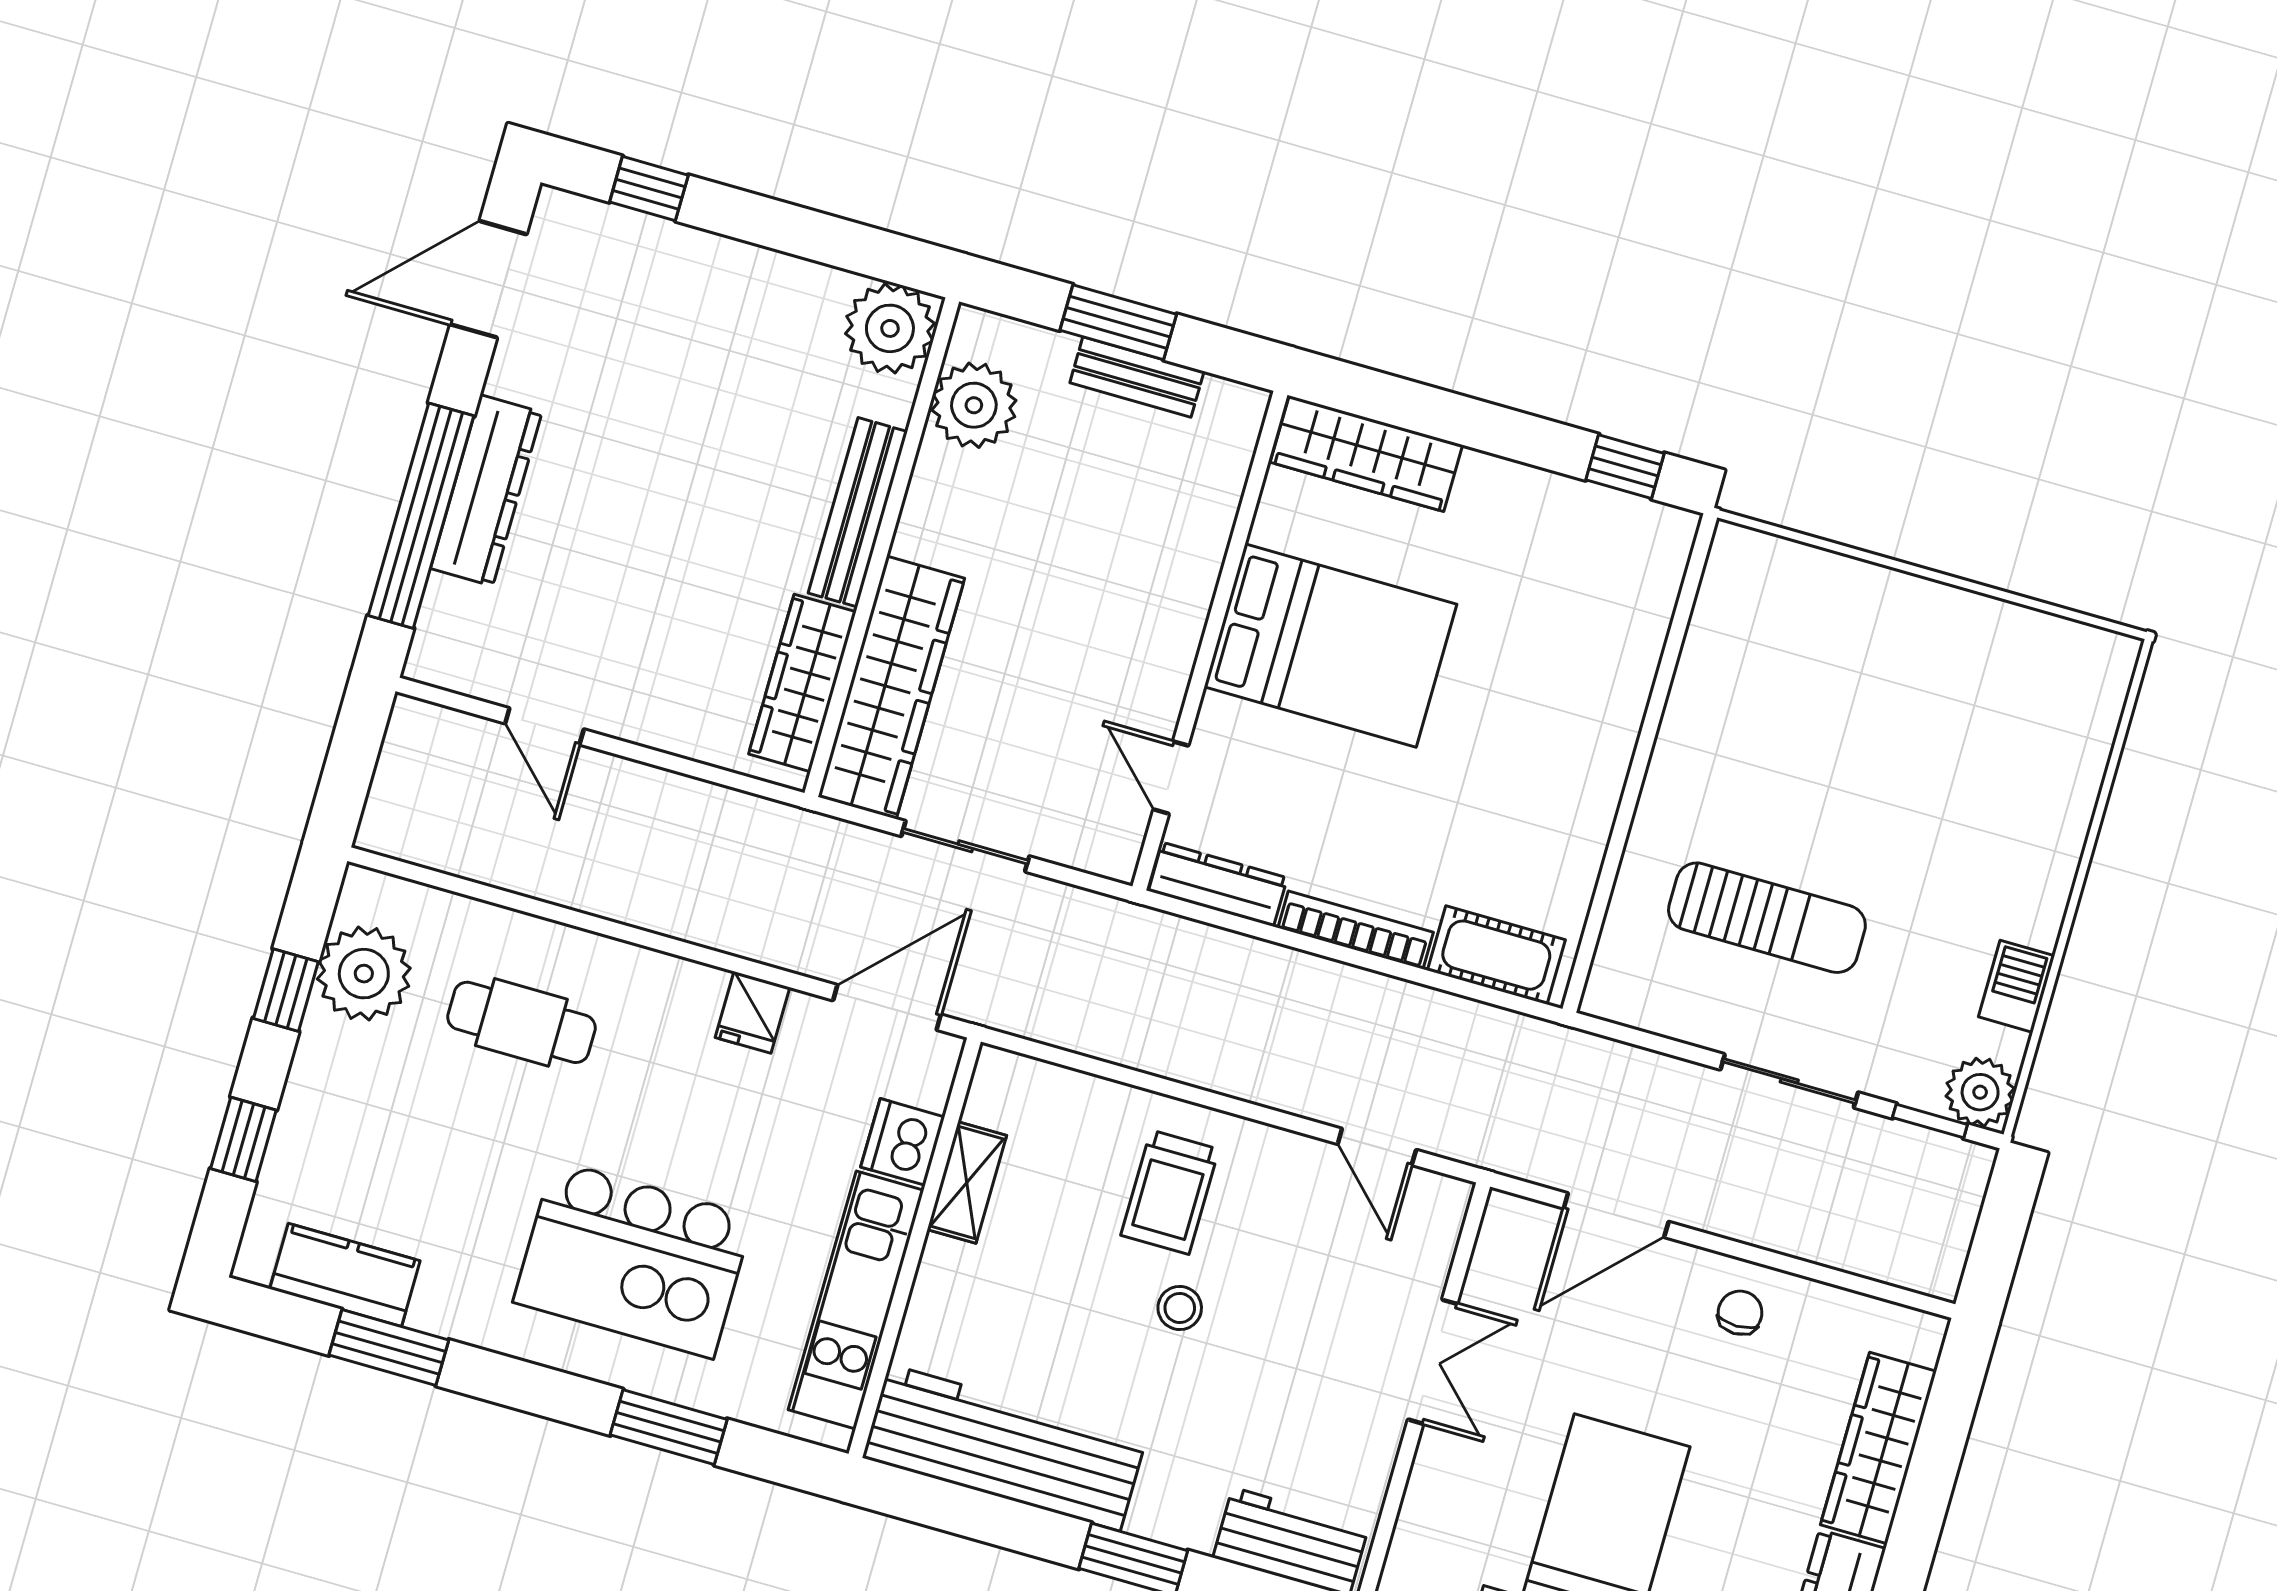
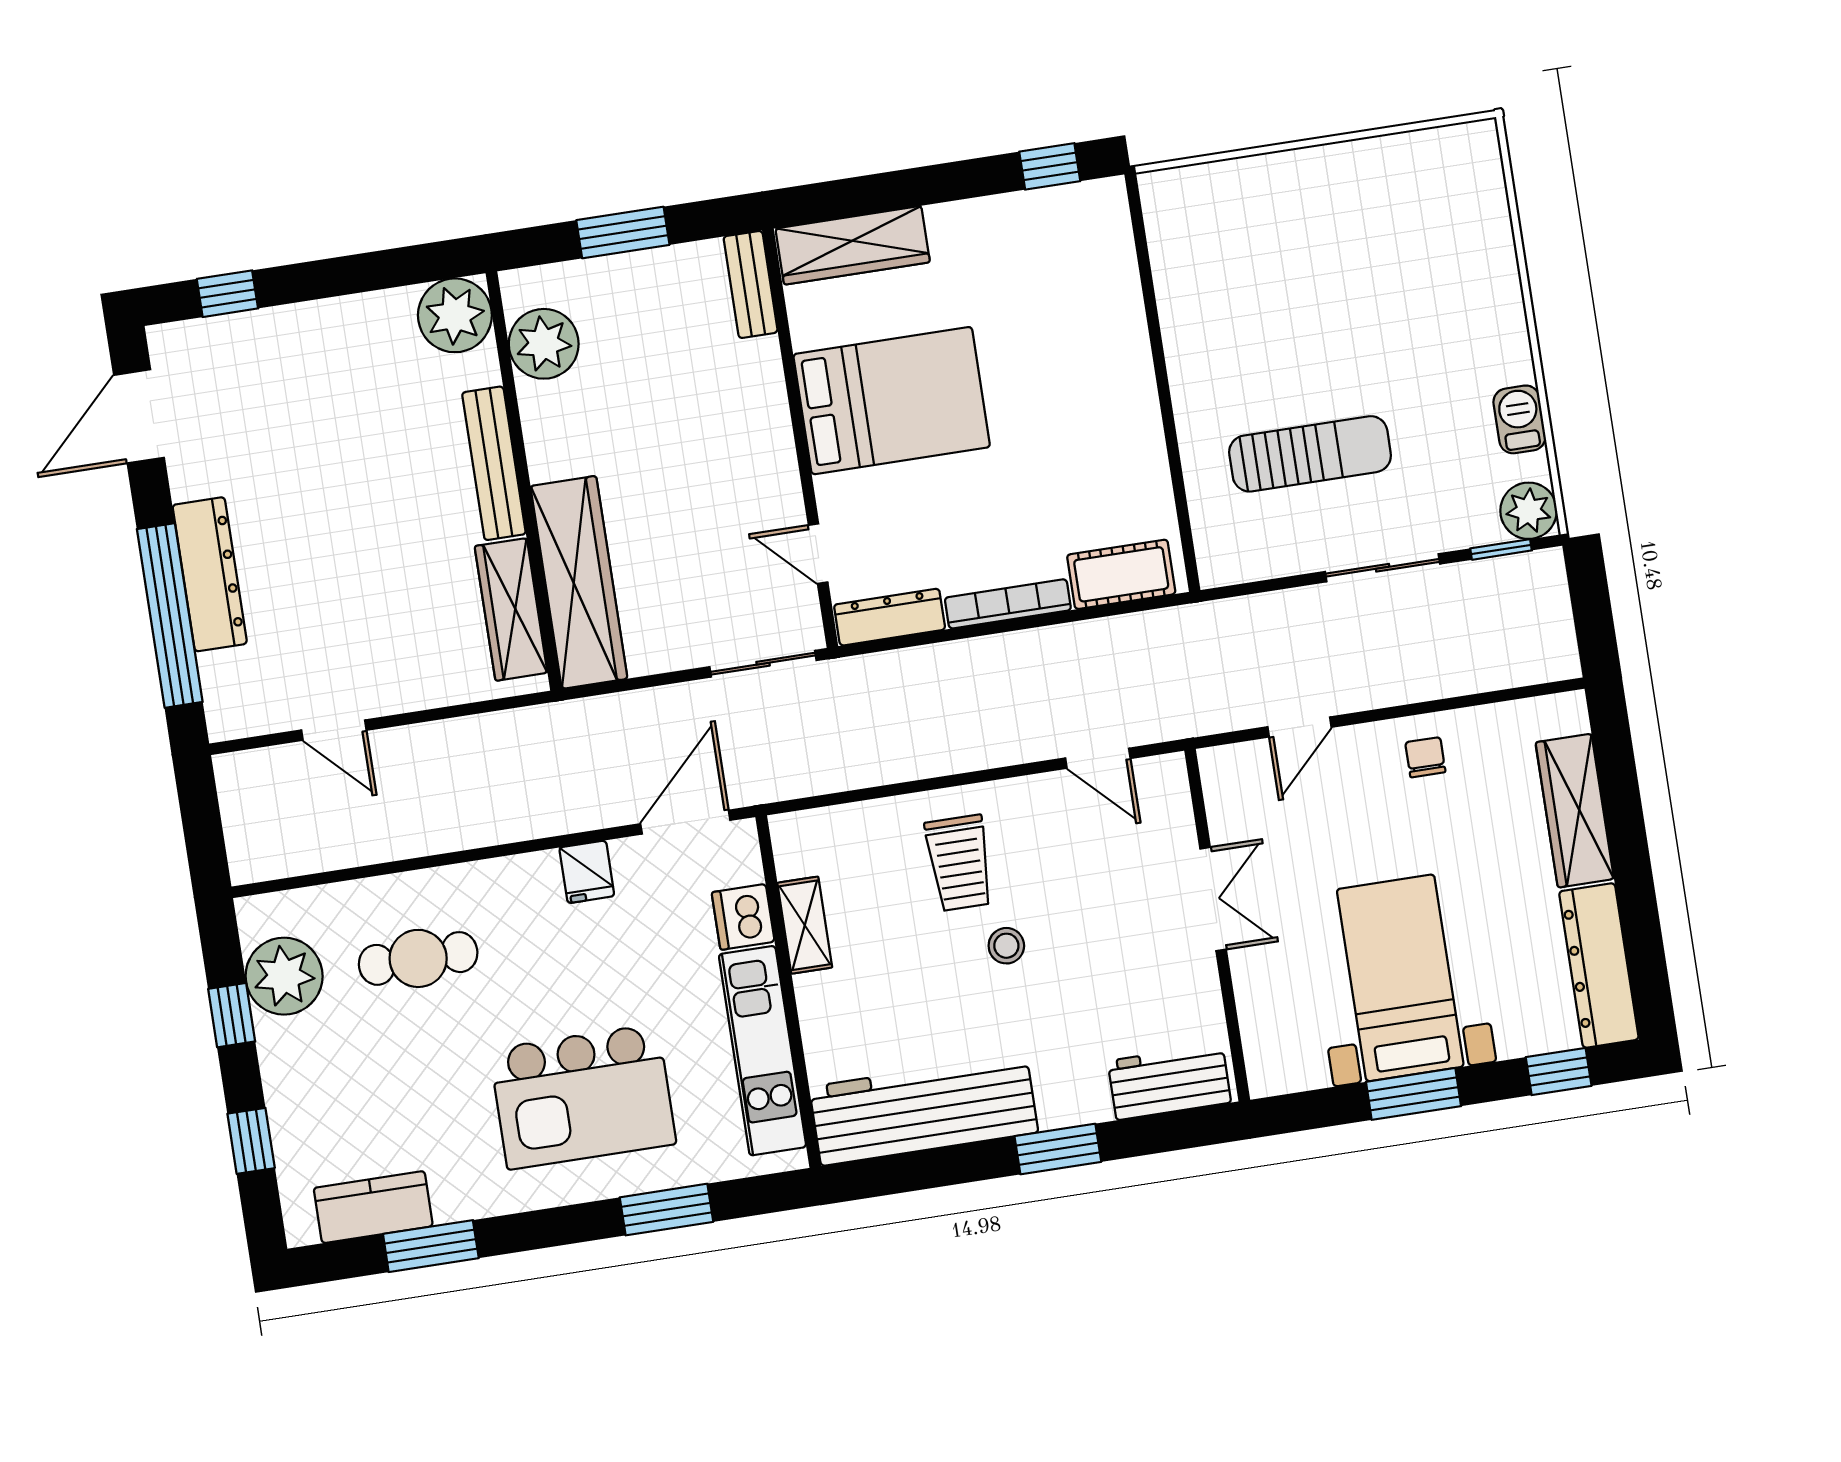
bench: (1137, 377) -> (751, 284), moved, turned 90
sliding door: (965, 846) -> (763, 664), moved
door: (1616, 1215) -> (1300, 727), width x0.73

